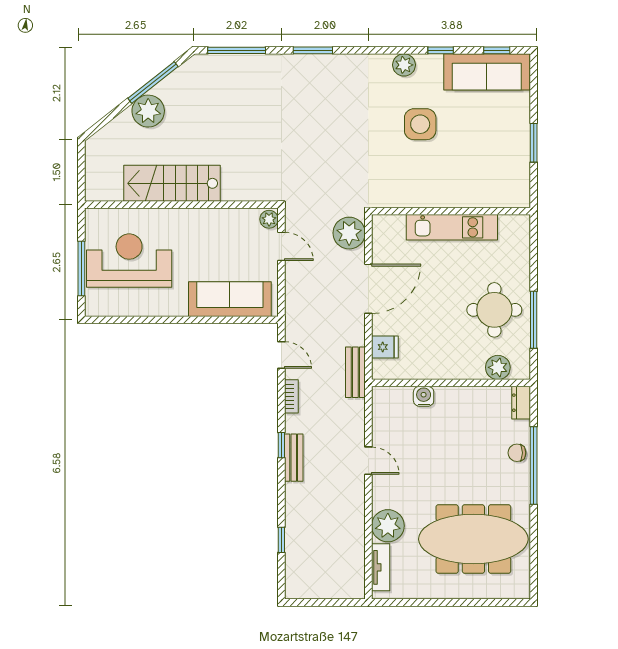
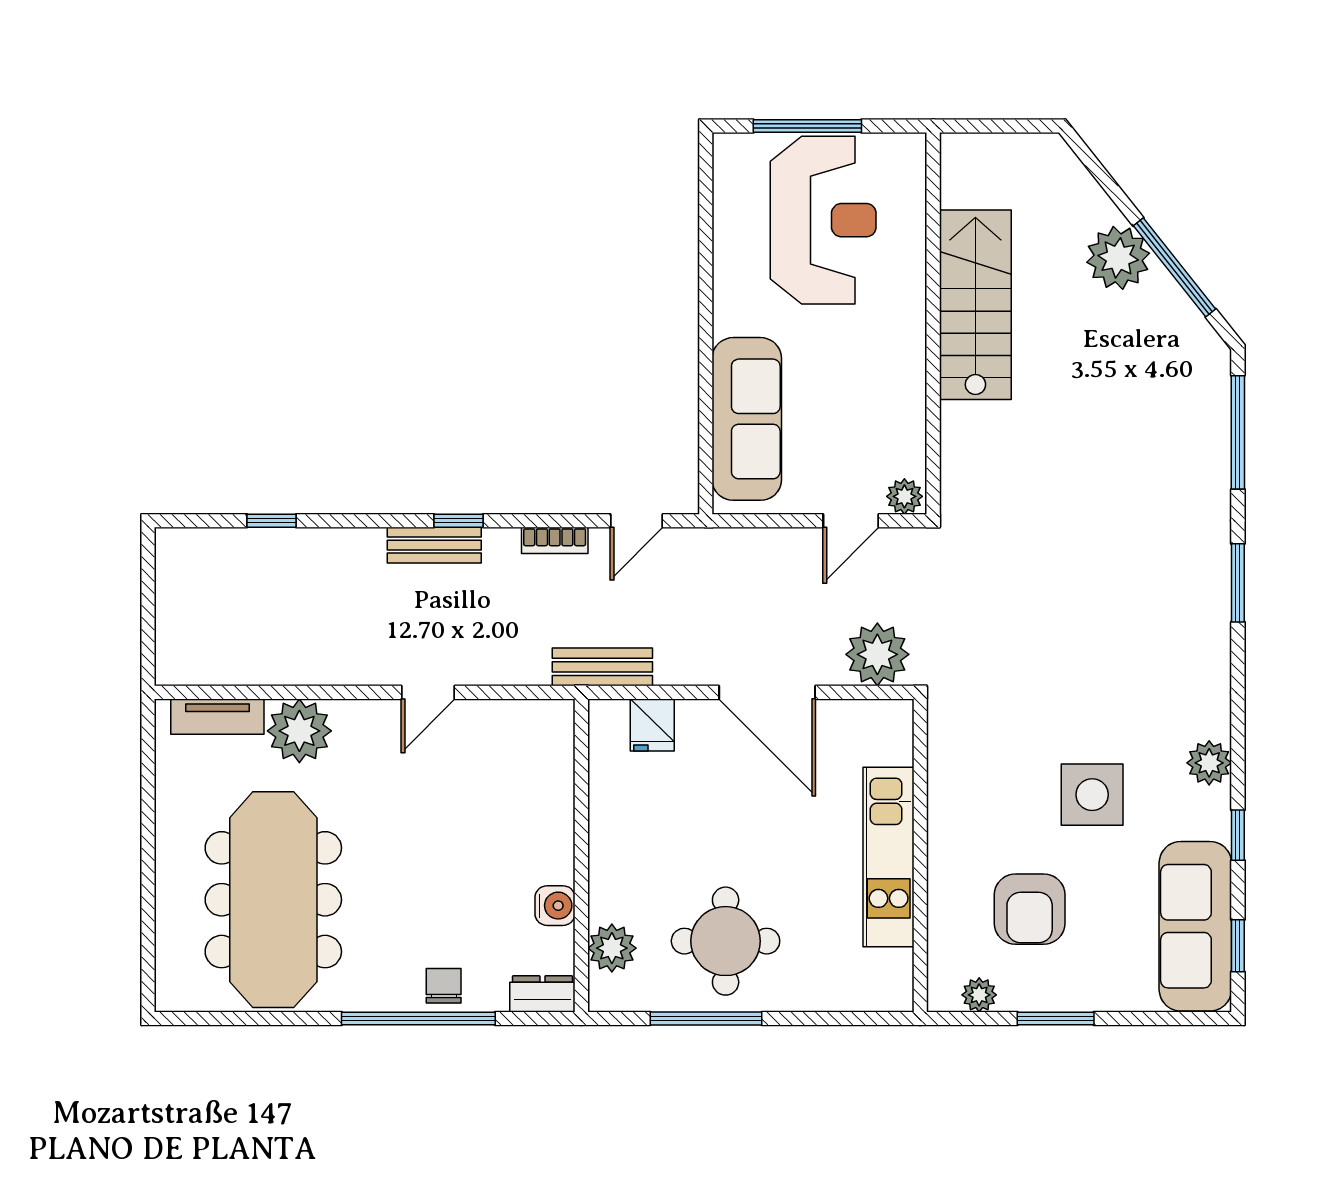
armchair: (478, 156) -> (1030, 909), added
plant: (522, 181) -> (979, 995), added
water cooler: (424, 396) -> (555, 906), moved

